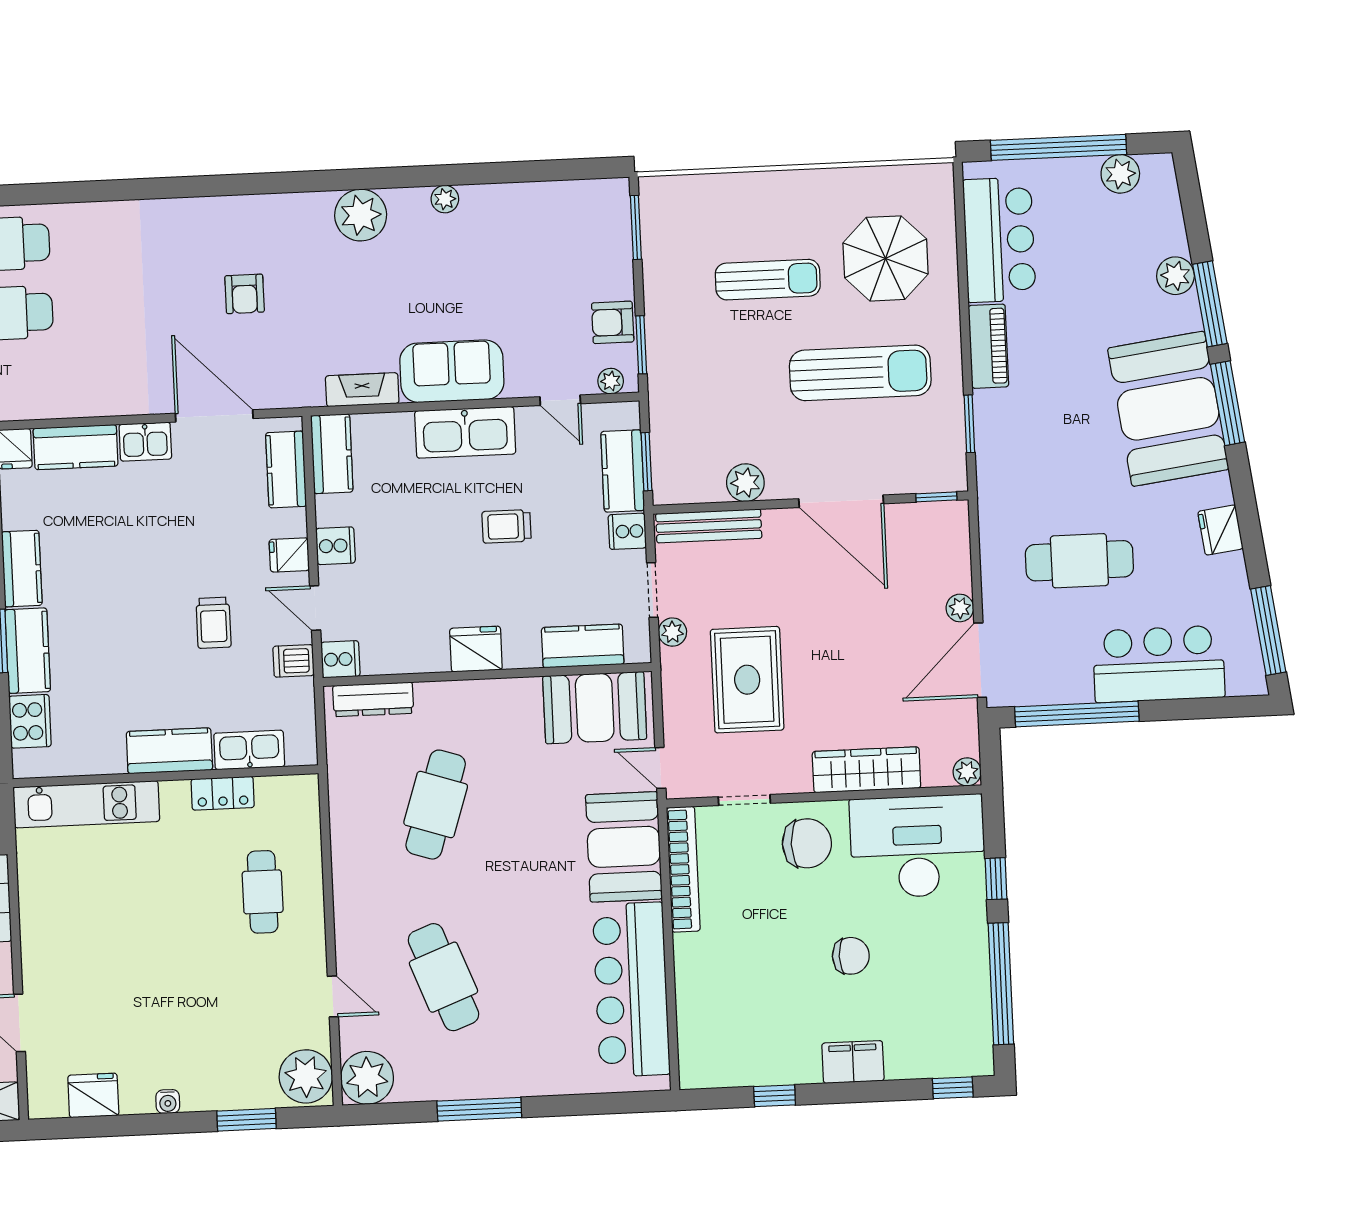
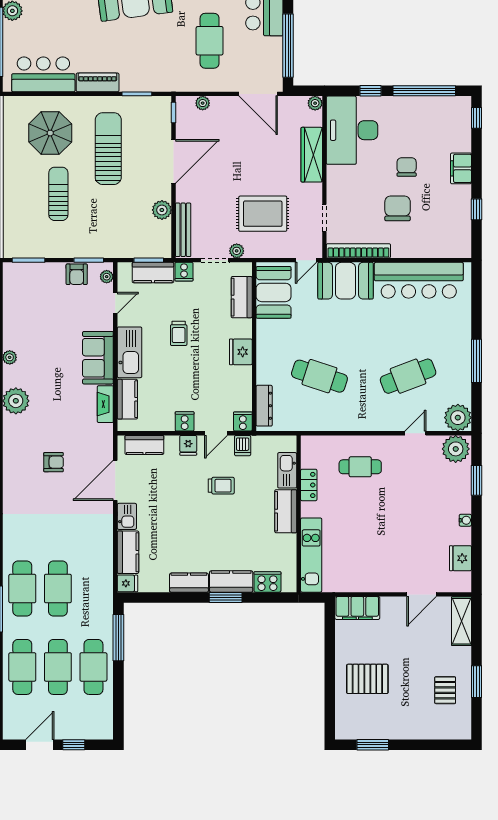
kitchen counter: (332, 454) -> (127, 399), moved, turned 90
plant: (960, 608) -> (203, 103), moved
chair: (807, 843) -> (398, 208), moved

